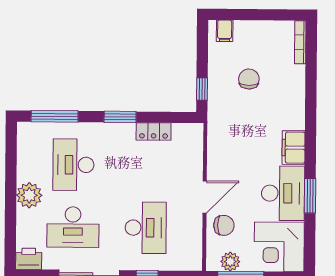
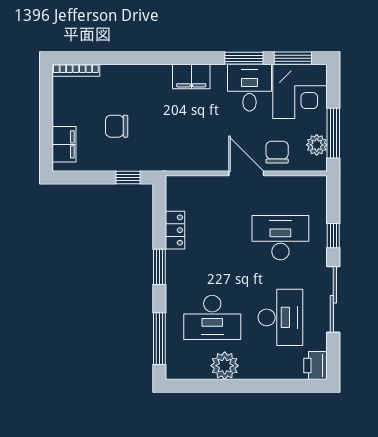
filing cabinet: (225, 31) -> (64, 144), width x2.00
desk: (283, 193) -> (250, 88), width x0.73
plant: (29, 195) -> (225, 366), moved
window: (310, 240) -> (293, 58), added

